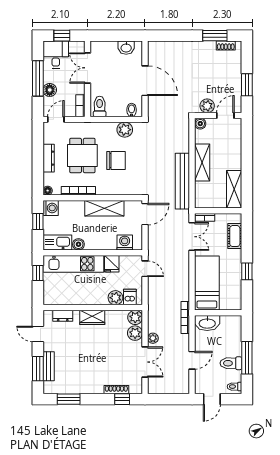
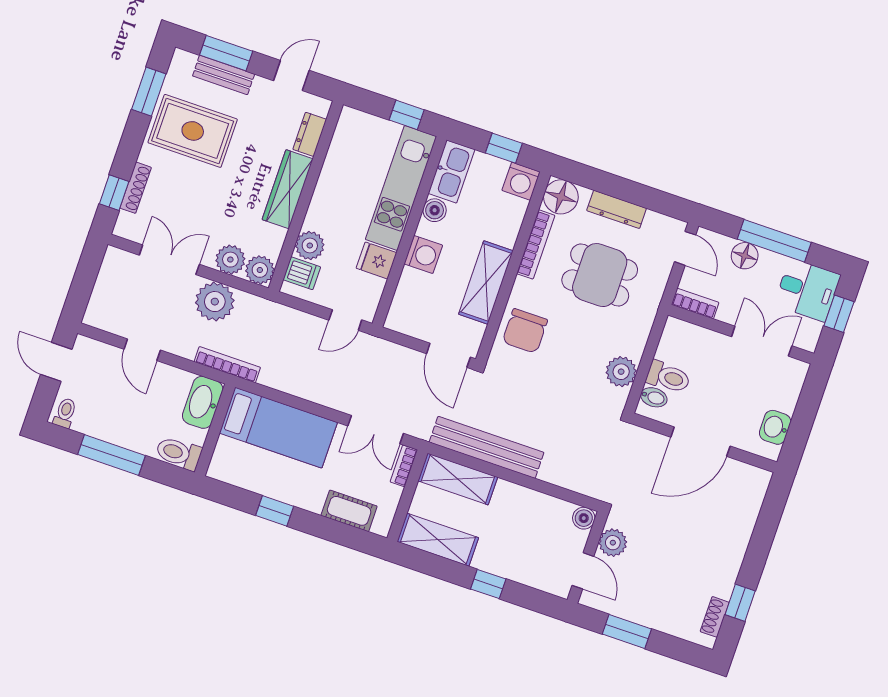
window: (215, 36) -> (740, 603), width x0.67
toilet: (100, 106) -> (668, 377), moved
window: (247, 158) -> (488, 584), added
chair: (116, 160) -> (525, 331), moved
shelving: (202, 163) -> (458, 479), moved
floor lamp: (48, 191) -> (561, 197), width x1.89, depth x1.89
washing machine: (125, 242) -> (423, 254), moved
wardrobe: (92, 317) -> (288, 189), width x1.50
plant: (153, 338) -> (215, 302), width x1.88, depth x1.88
double door: (145, 362) -> (169, 260), swing flipped
toilet: (231, 363) -> (179, 453), moved, turned -90
rug: (80, 372) -> (193, 131), added

